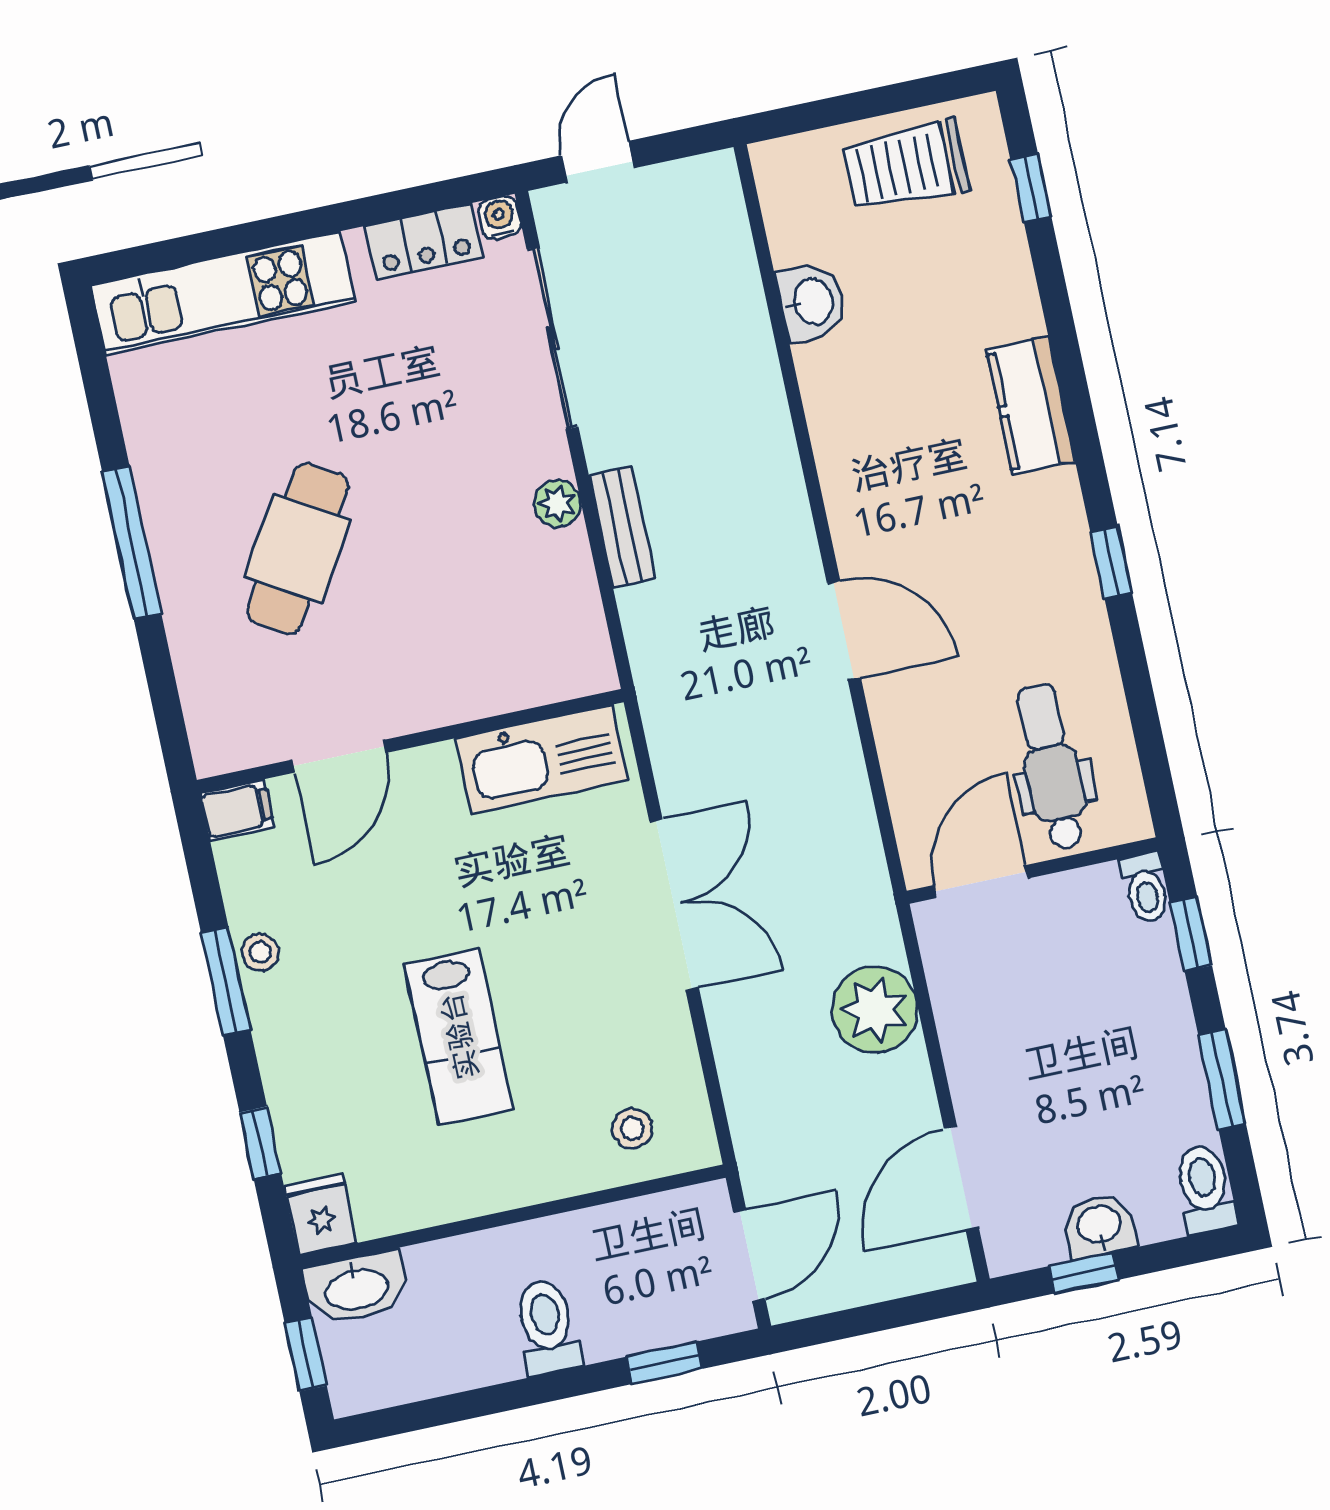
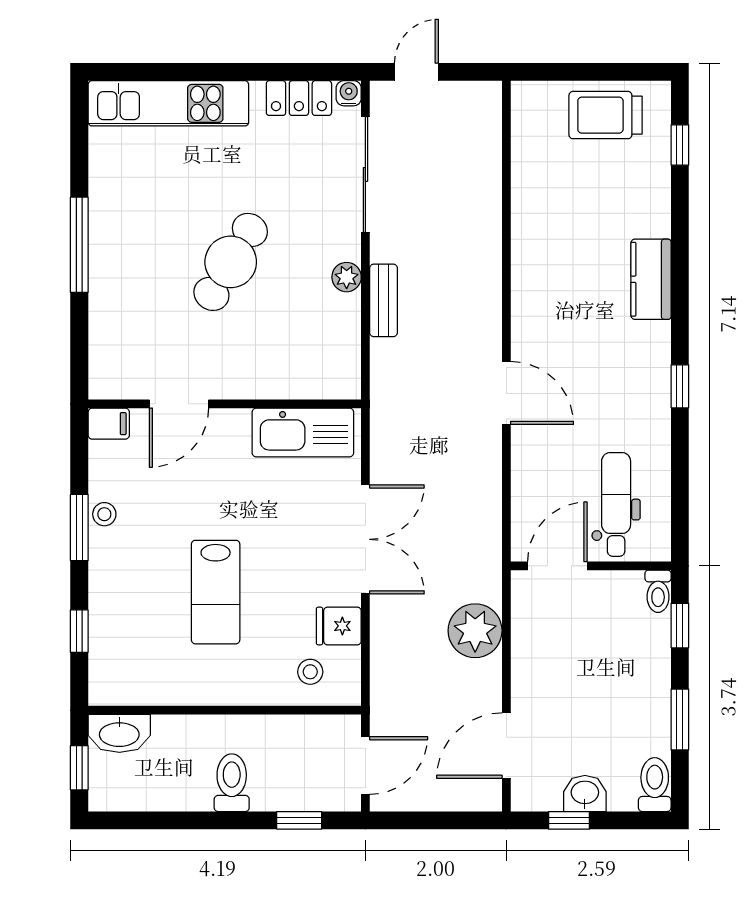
washbasin: (812, 302) -> (530, 186), removed
cafe table: (297, 549) -> (231, 262), moved
fridge: (321, 1214) -> (339, 626), moved, turned -90

